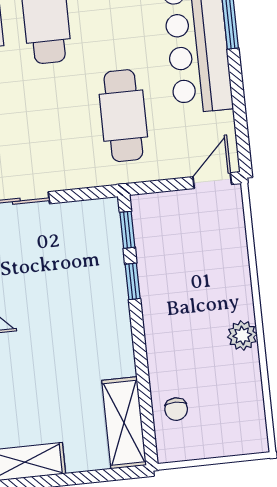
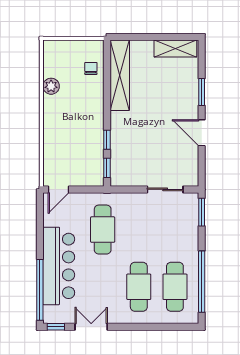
plant: (242, 335) -> (51, 86), moved
shelving: (124, 423) -> (120, 75), width x1.47

